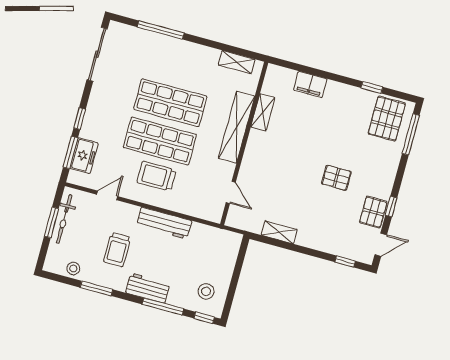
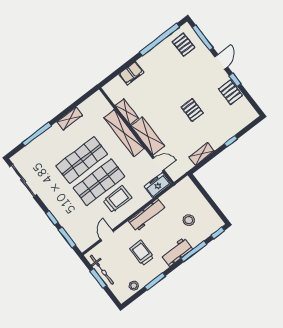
shelving: (237, 62) -> (70, 119), moved
window: (372, 87) -> (159, 40), width x3.17
pallet: (387, 119) -> (183, 45), width x0.67, depth x0.71
freezer: (84, 156) -> (158, 185), moved, turned -90
shelving: (254, 156) -> (148, 136), added
trolley: (157, 176) -> (117, 199), turned 180
pallet: (336, 178) -> (192, 110), moved, turned 90
door: (381, 245) -> (221, 62), moved
trolley: (117, 249) -> (142, 253), turned 180
window: (345, 262) -> (231, 141), moved
stool: (206, 291) -> (189, 220), moved

